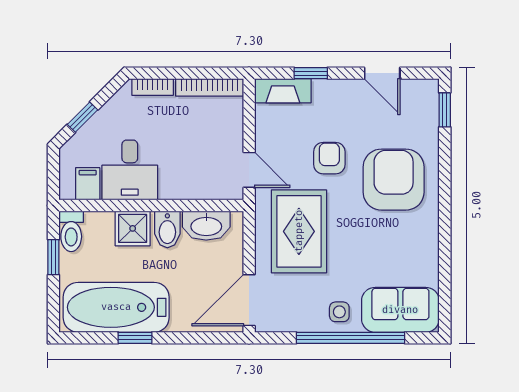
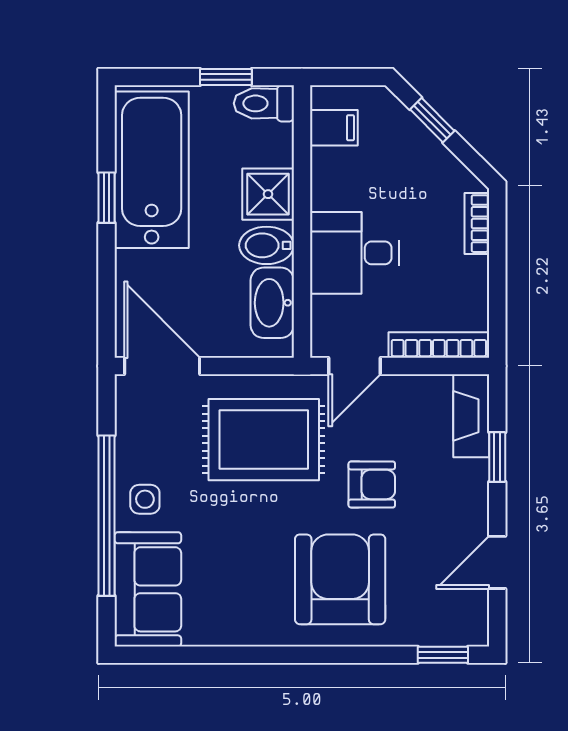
bookcase: (210, 87) -> (439, 345), moved, turned 90
desk: (130, 170) -> (354, 253), moved
armchair: (394, 180) -> (340, 579), turned -90

